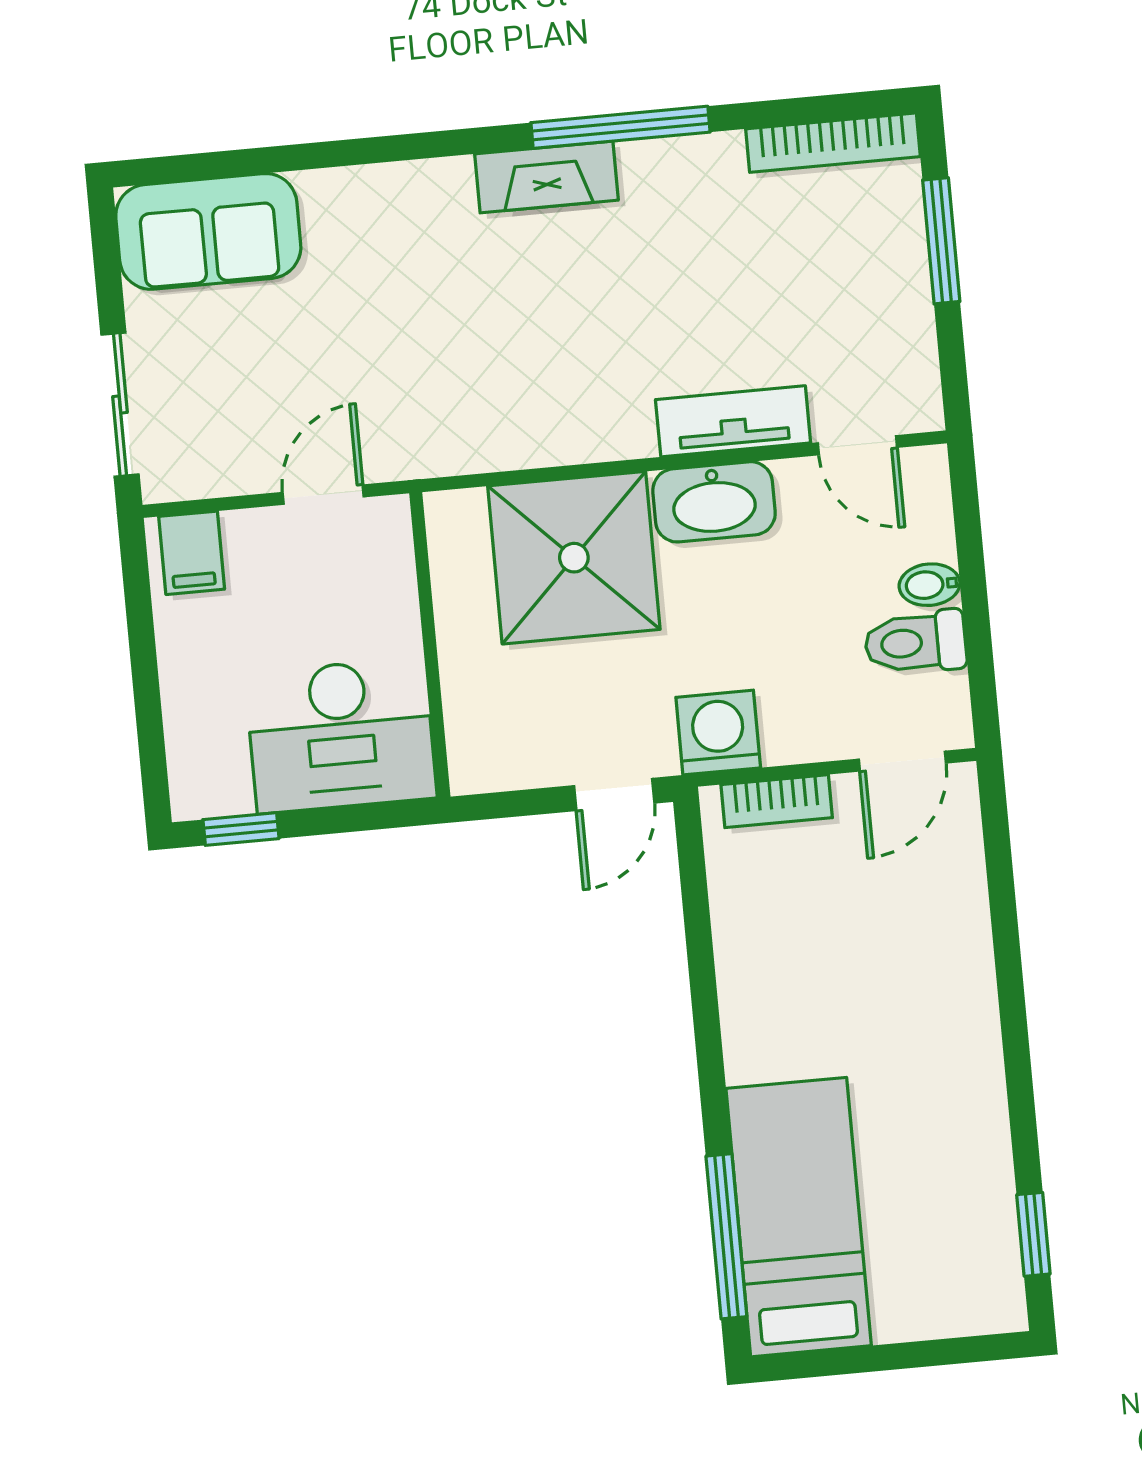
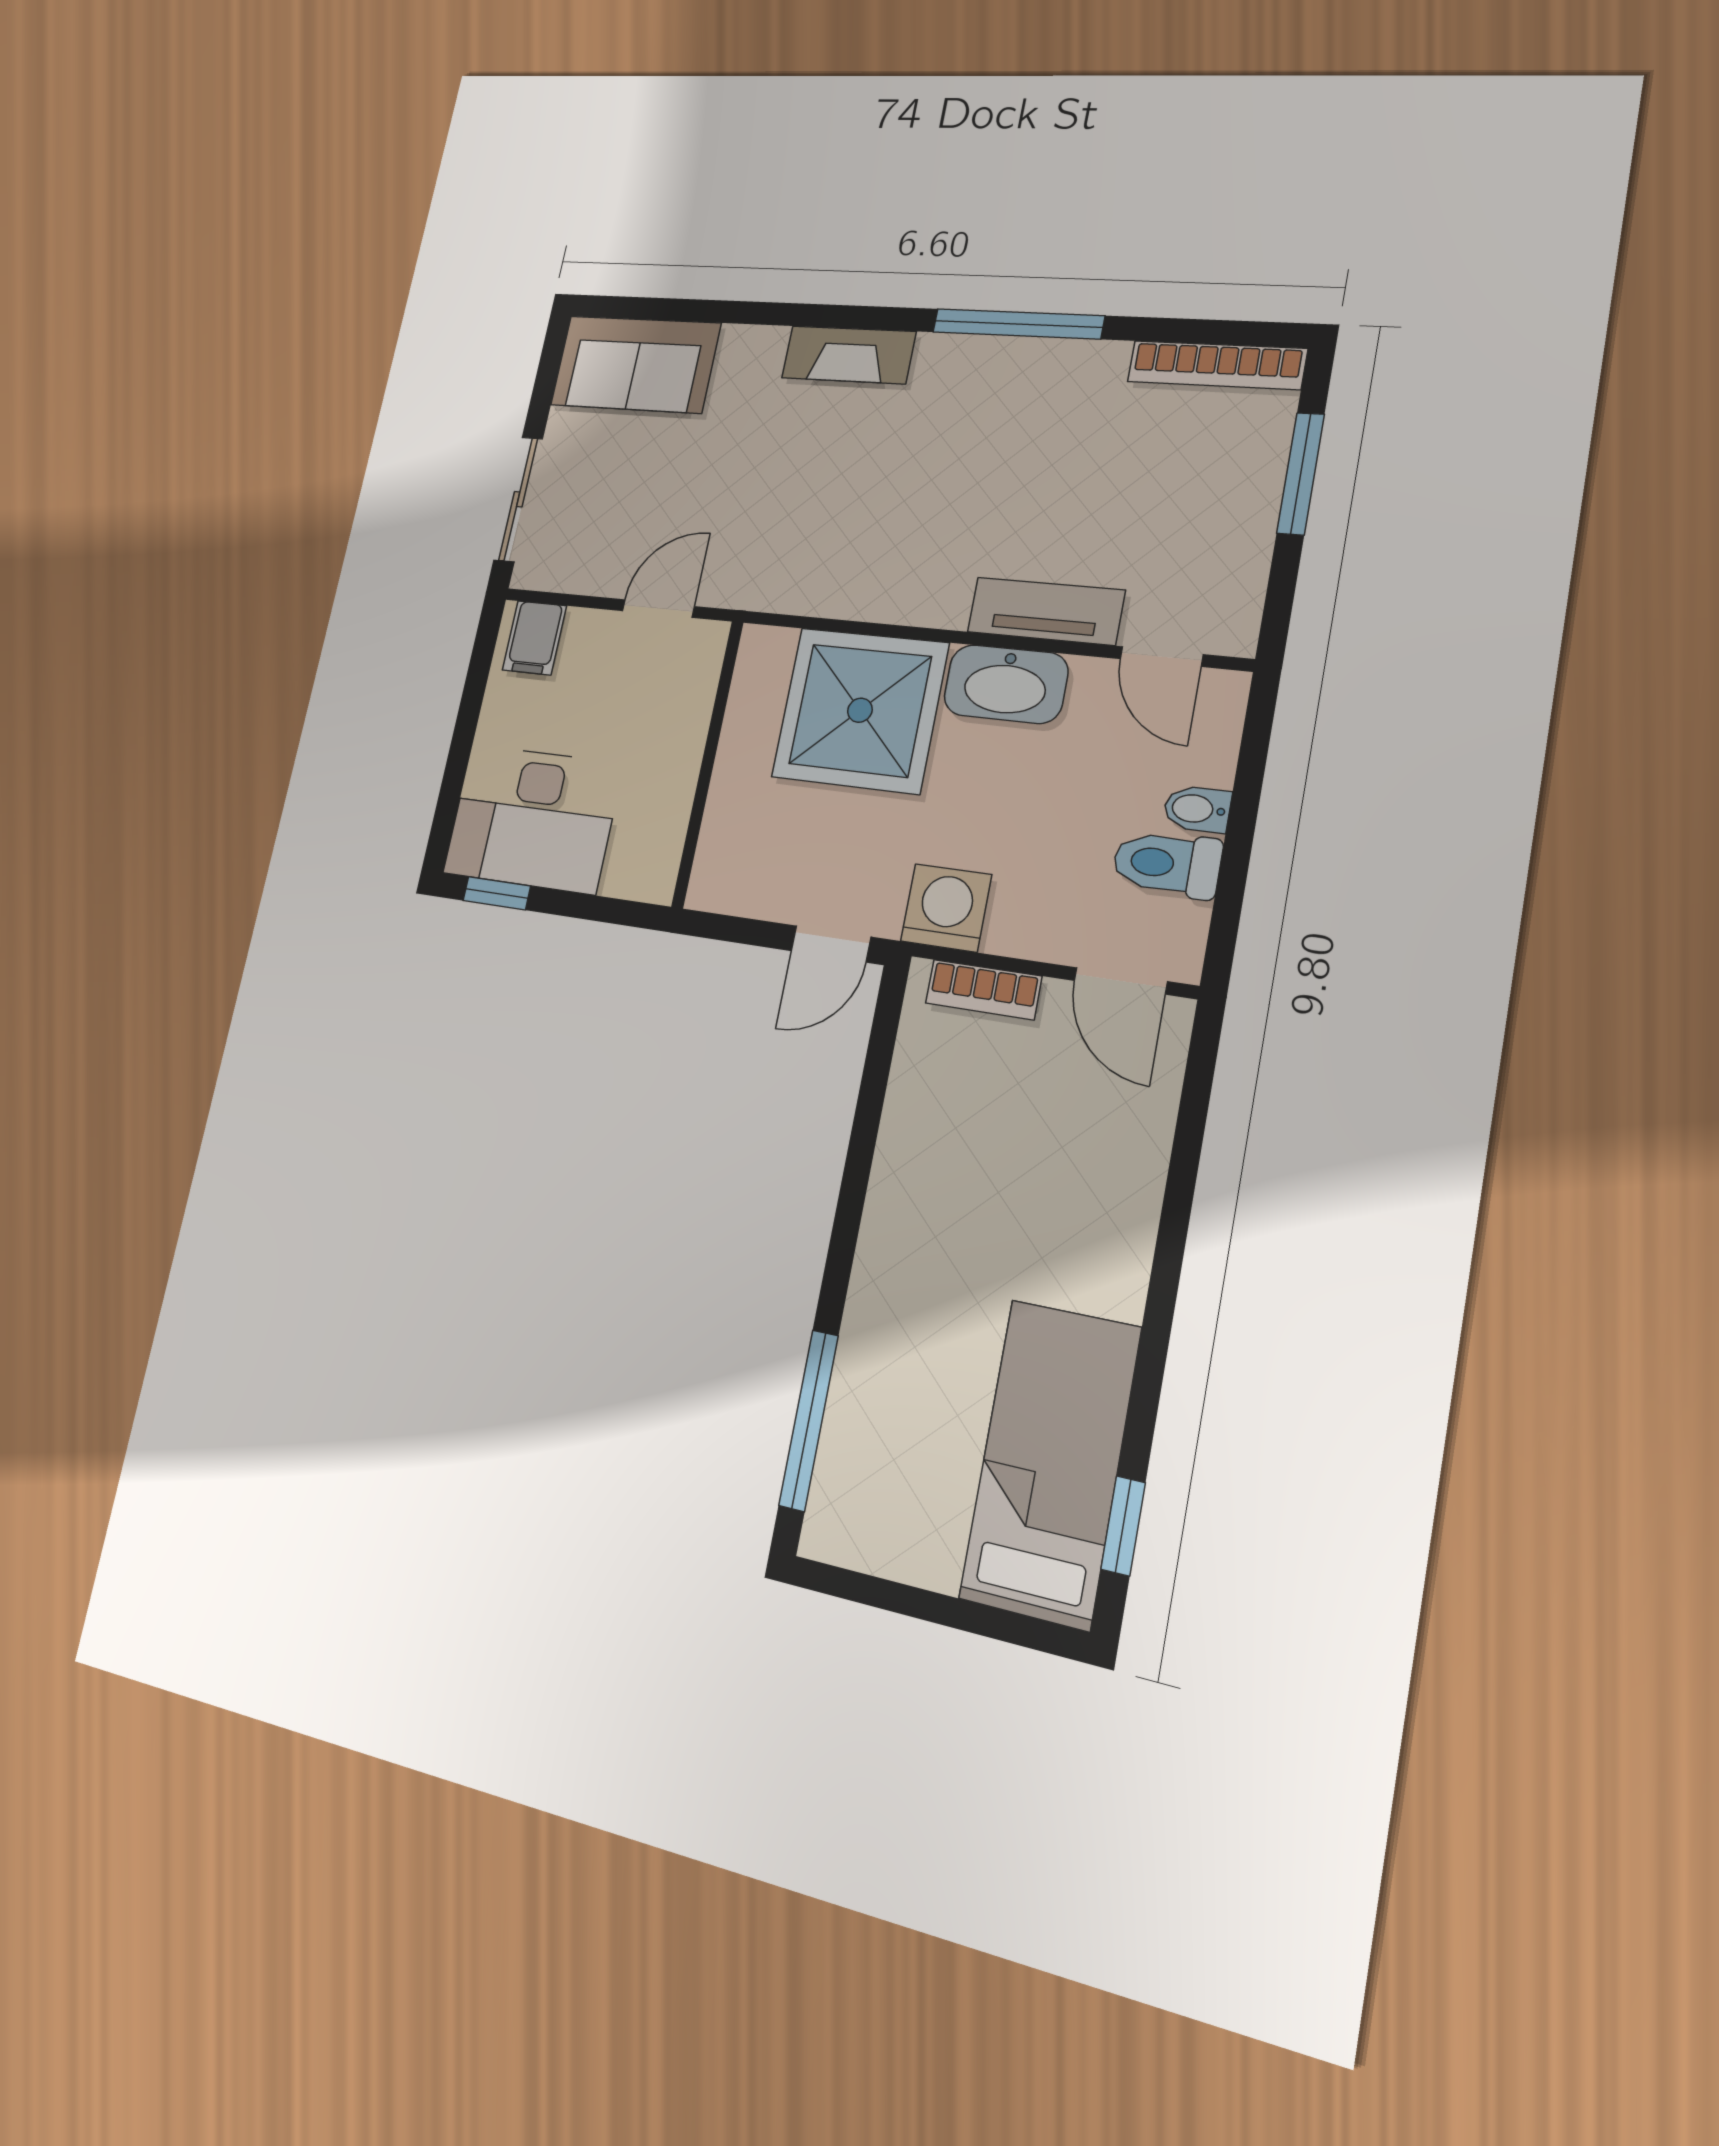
fireplace: (546, 177) -> (849, 355), moved
desk: (341, 735) -> (533, 819), moved
door: (902, 761) -> (1121, 981), hinge flipped
bed: (799, 1217) -> (1050, 1463), moved

